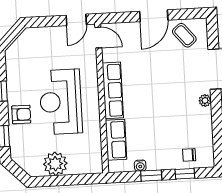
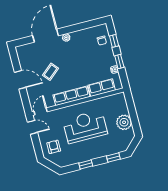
coffee table: (184, 35) -> (50, 72), moved
reception desk: (61, 102) -> (85, 127), turned 180
armchair: (21, 114) -> (54, 147), moved

